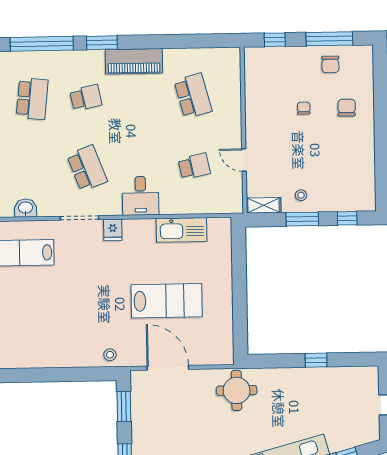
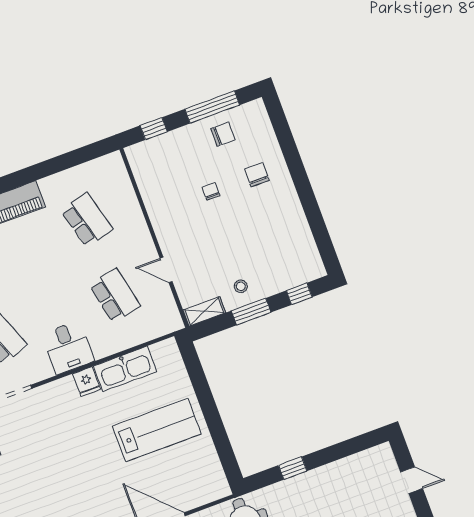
chair: (330, 64) -> (223, 134), turned -90
school desk: (194, 166) -> (115, 295), width x1.85
fridge: (113, 230) -> (87, 381), moved
lab bench: (167, 301) -> (157, 430), moved
window: (316, 360) -> (293, 468), moved

